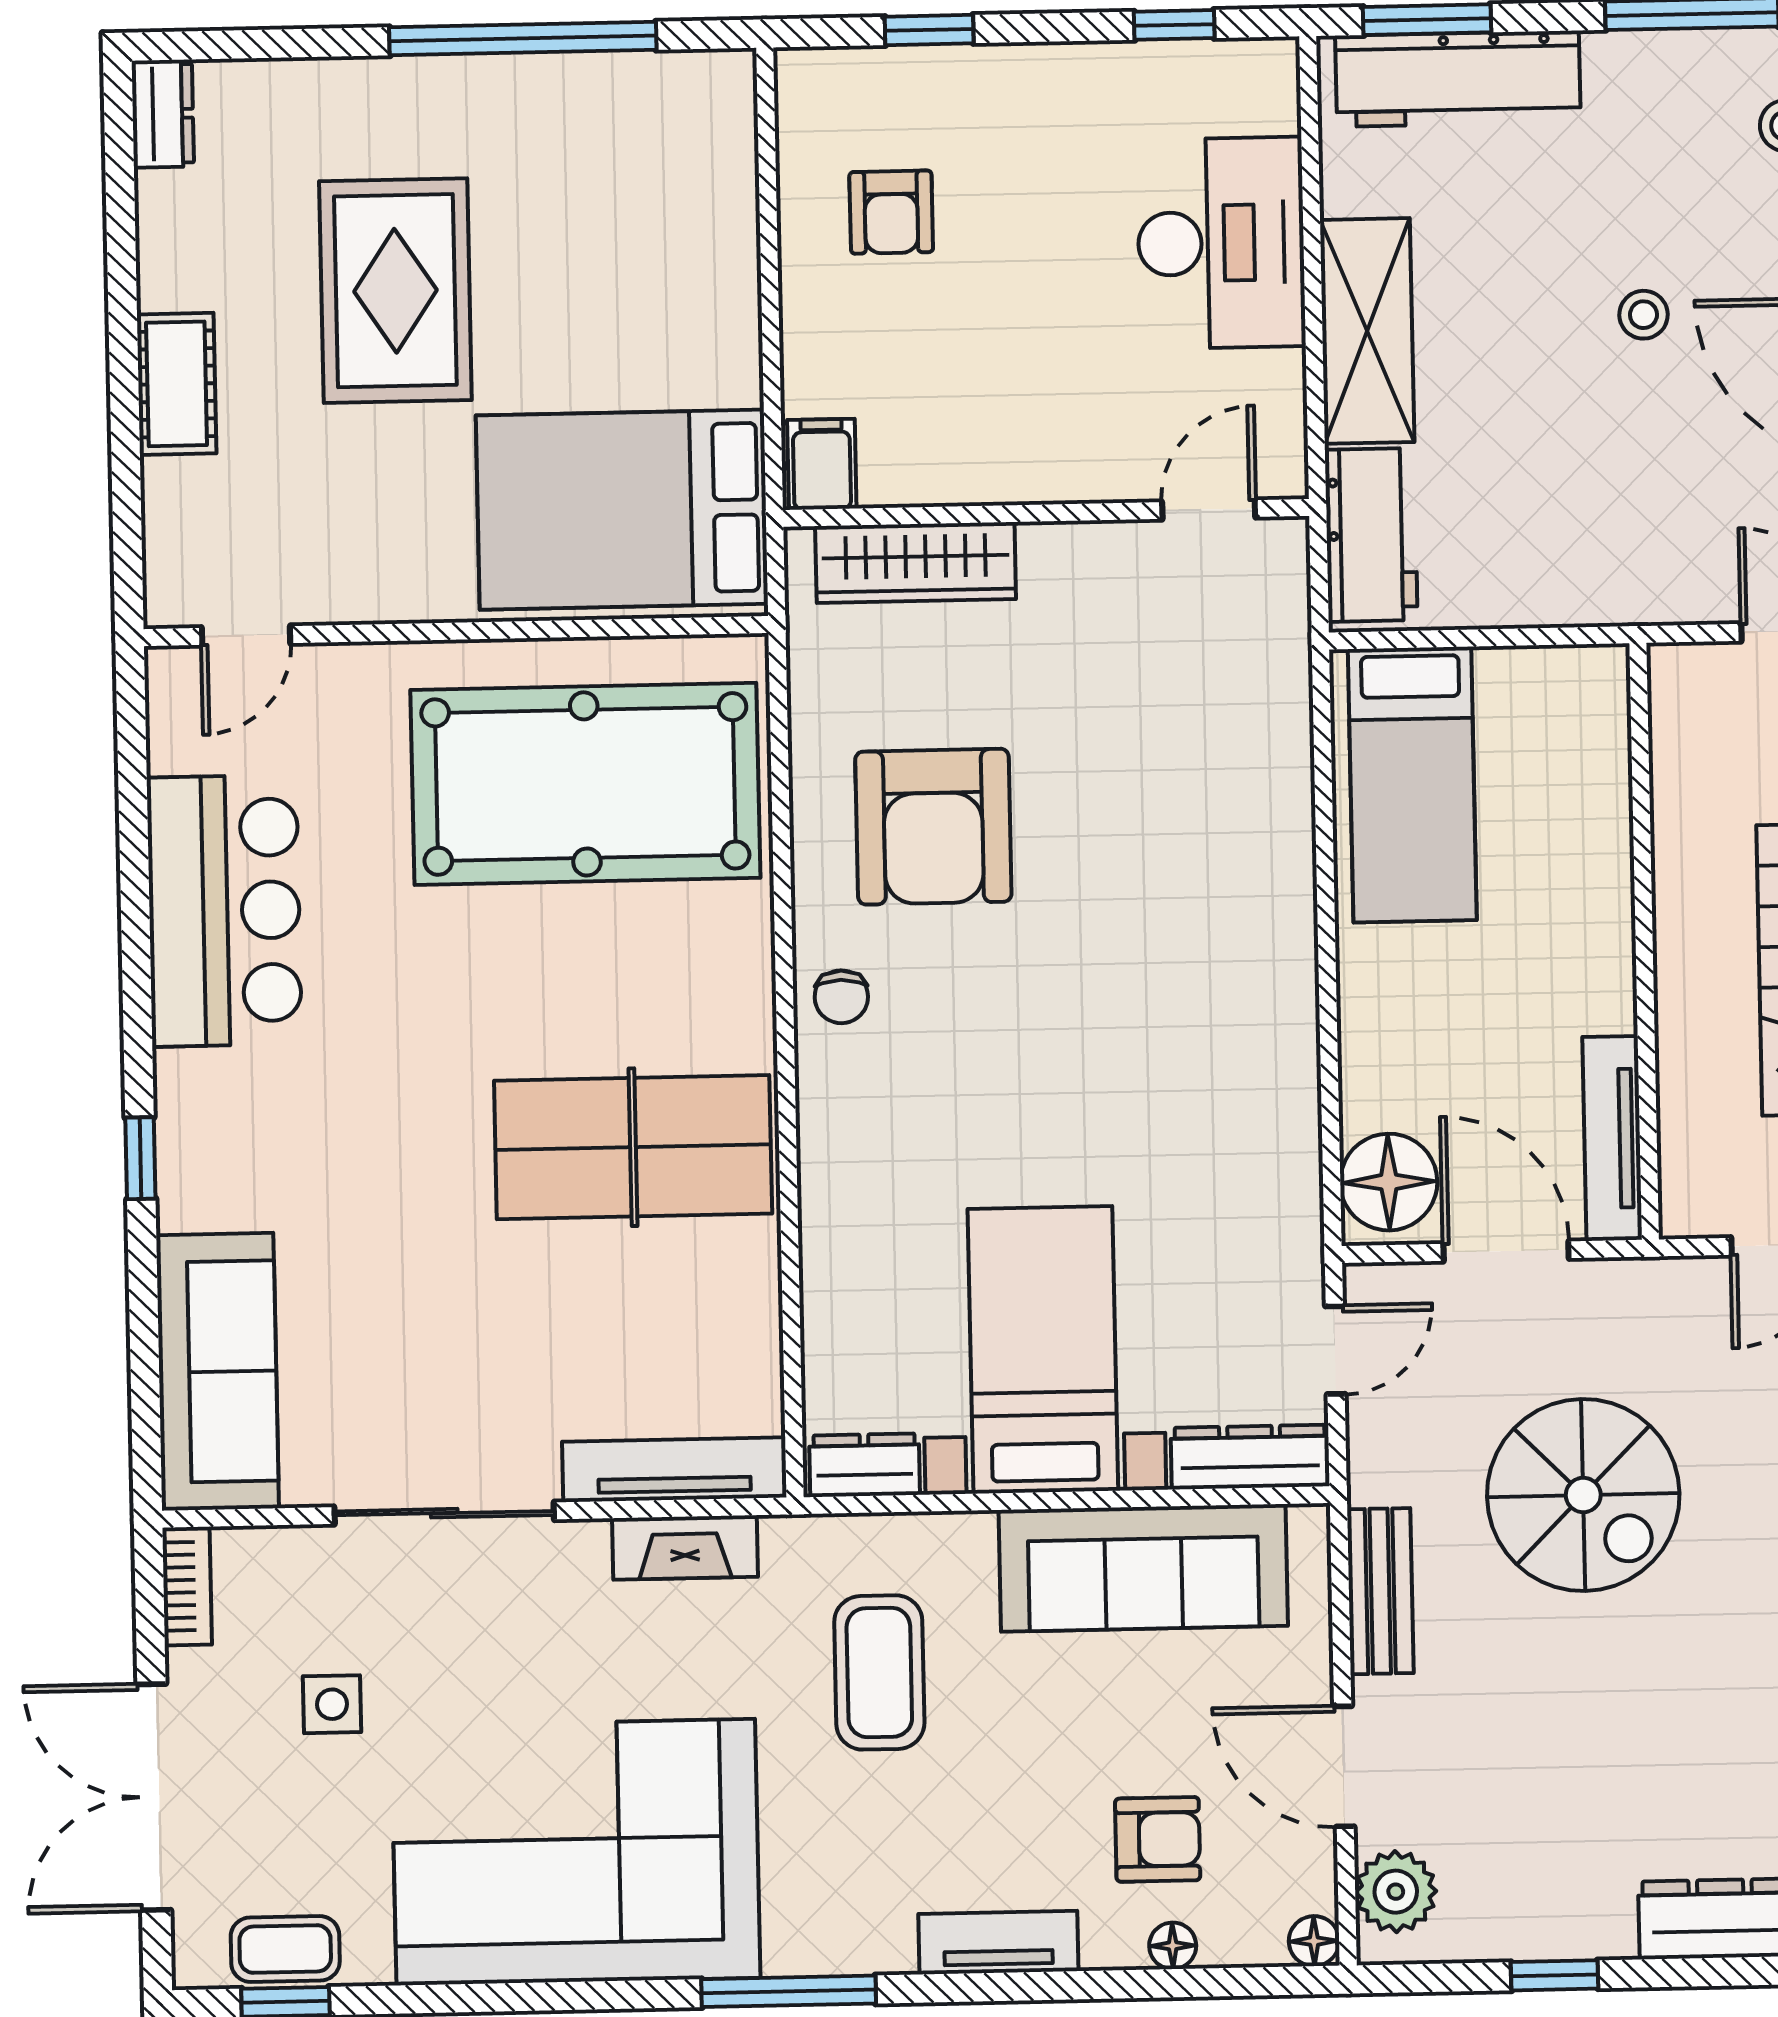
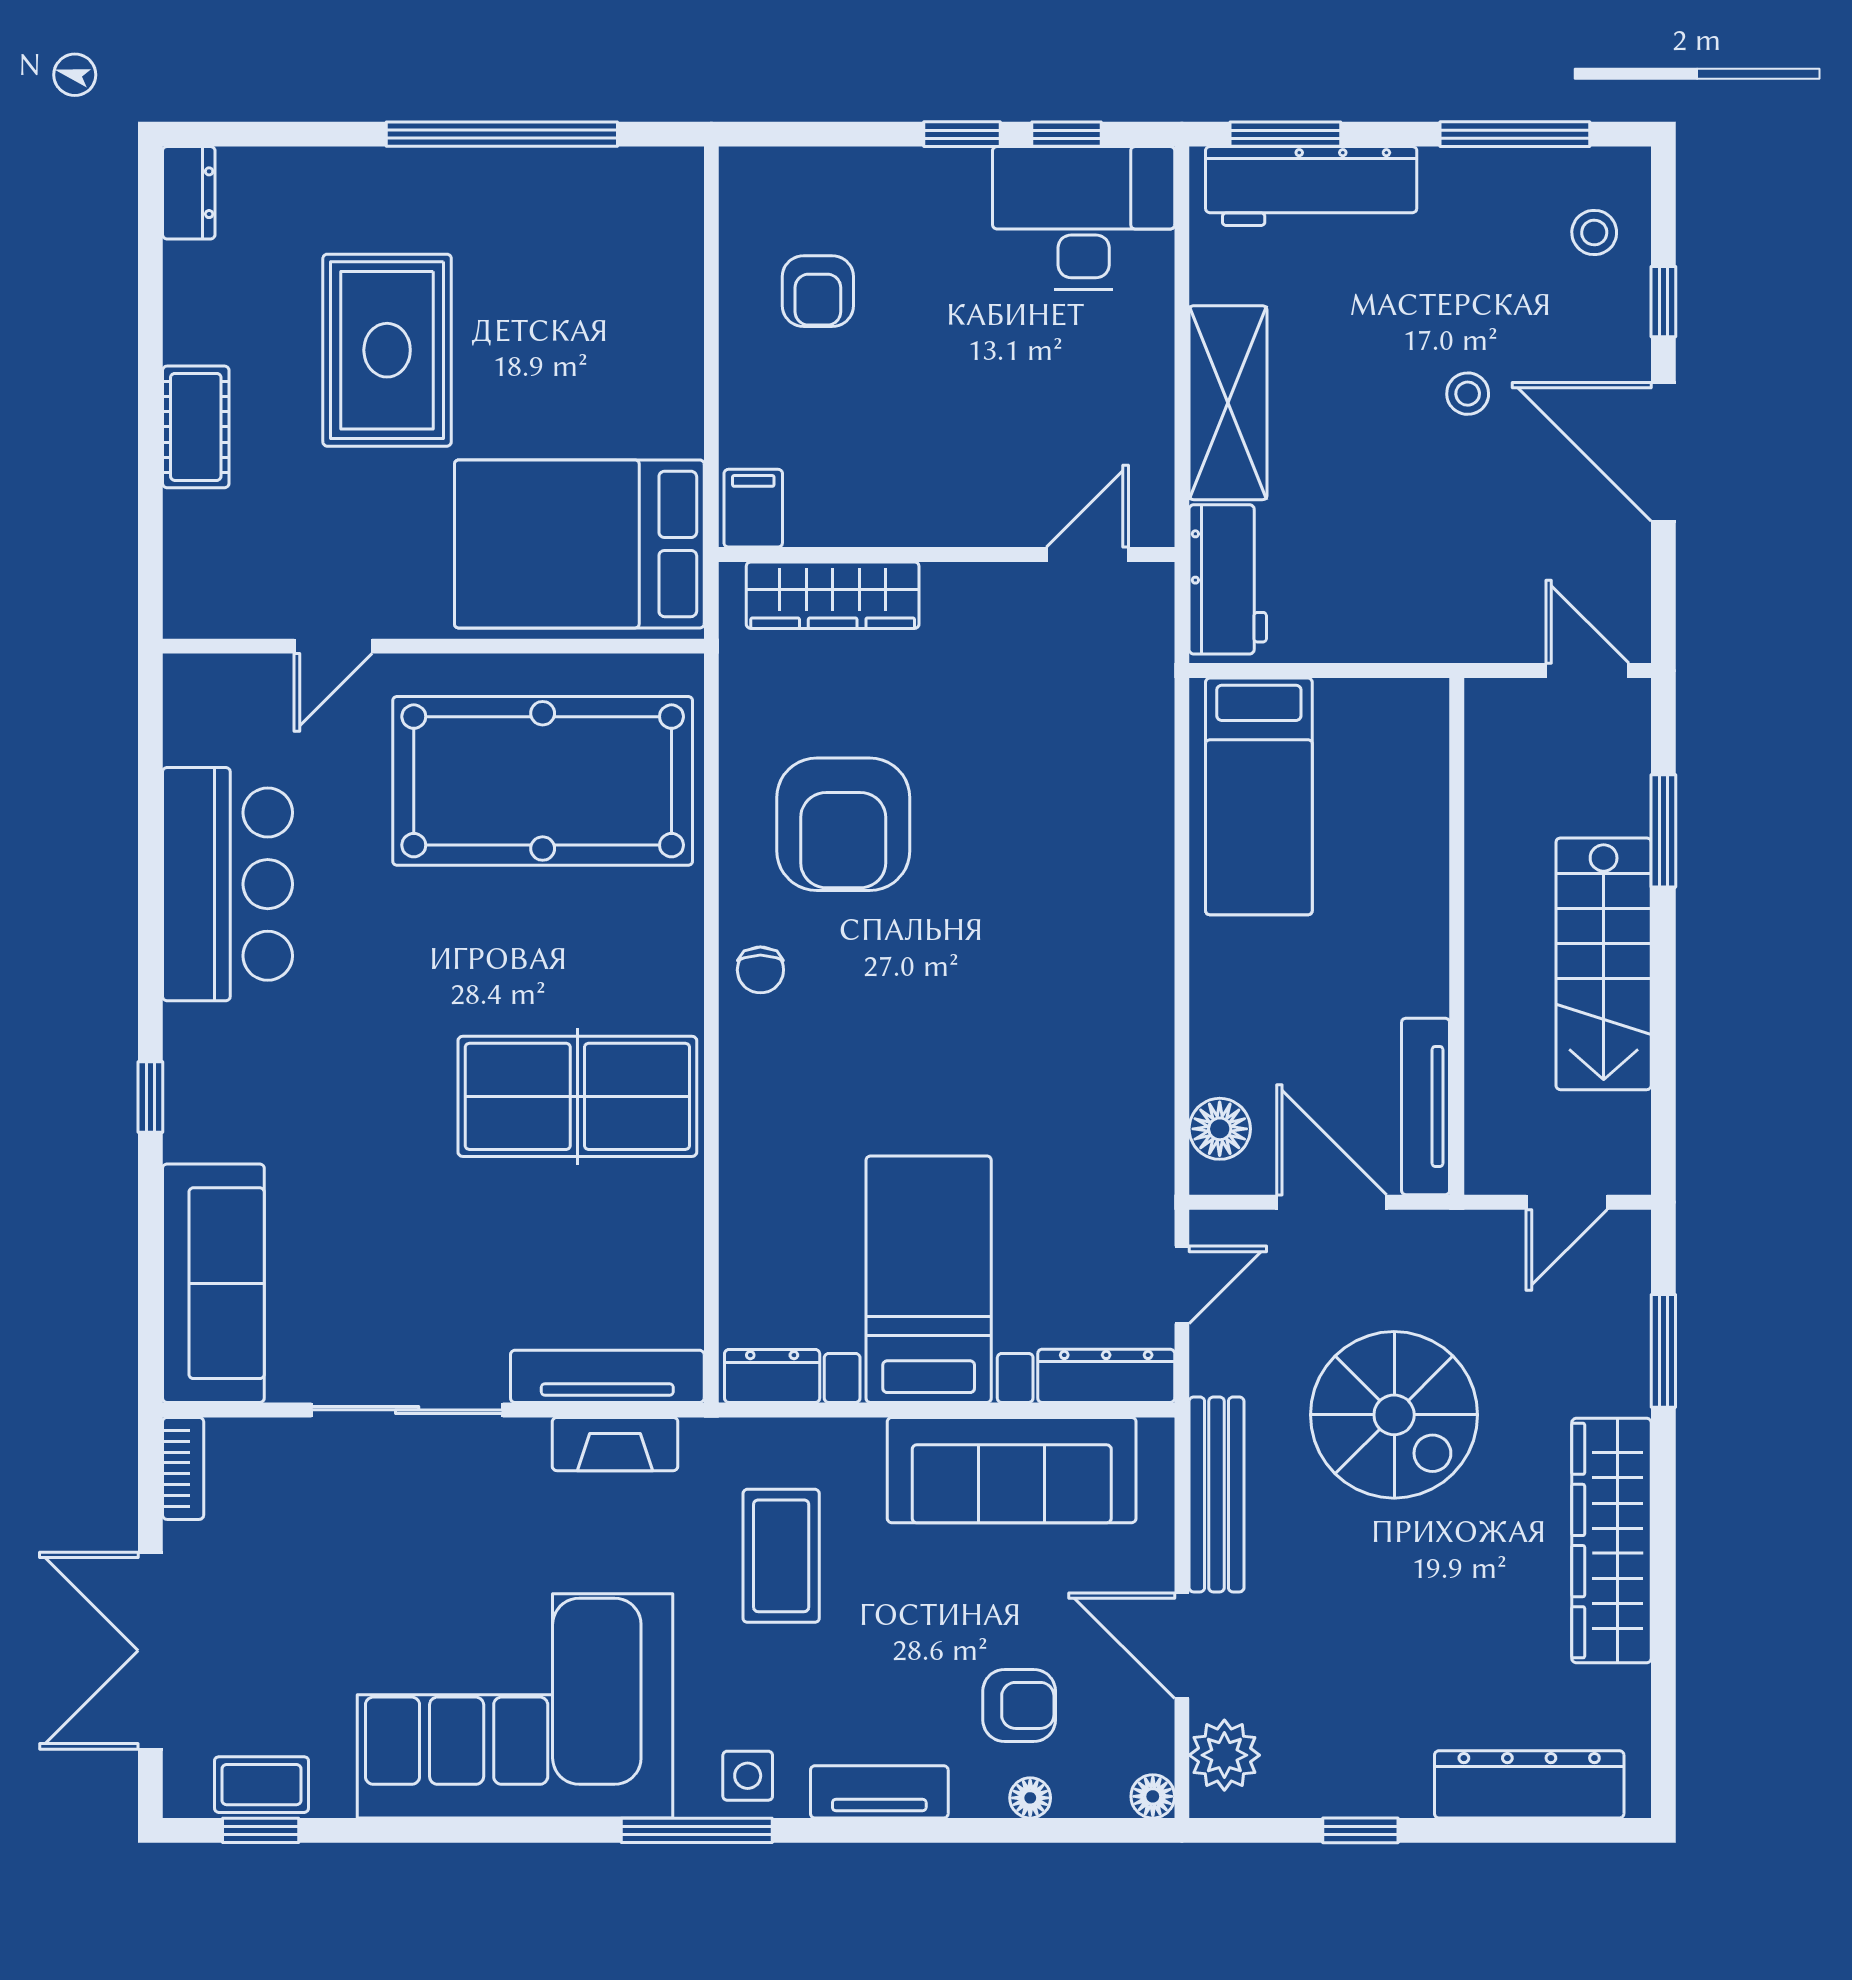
window: (929, 30) -> (962, 134), moved
desk: (1221, 243) -> (1084, 218), moved, turned -90
door: (246, 635) -> (333, 646), moved
floor lamp: (1389, 1182) -> (1220, 1129), width x0.73, depth x0.73
bench: (1380, 1591) -> (1216, 1494), width x1.36
side table: (332, 1704) -> (748, 1776), moved

